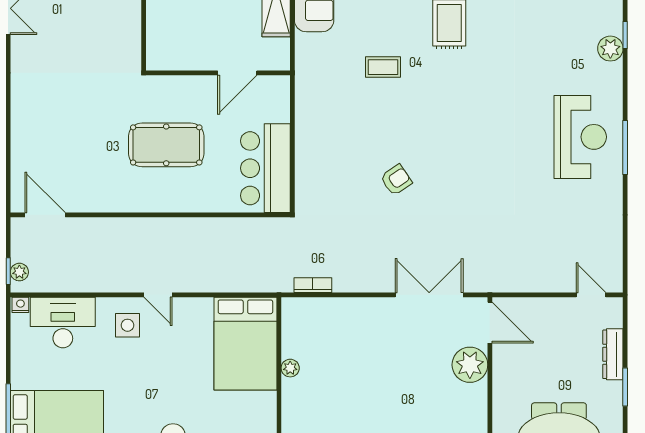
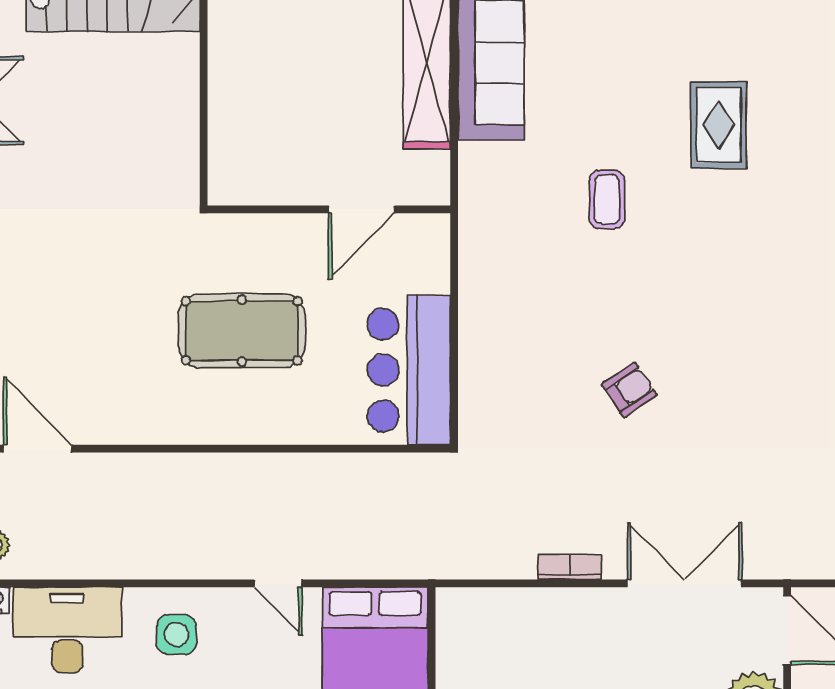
coffee table: (383, 67) -> (607, 199), turned 90
bookcase: (313, 285) -> (570, 567), moved
door: (158, 295) -> (278, 583), moved

